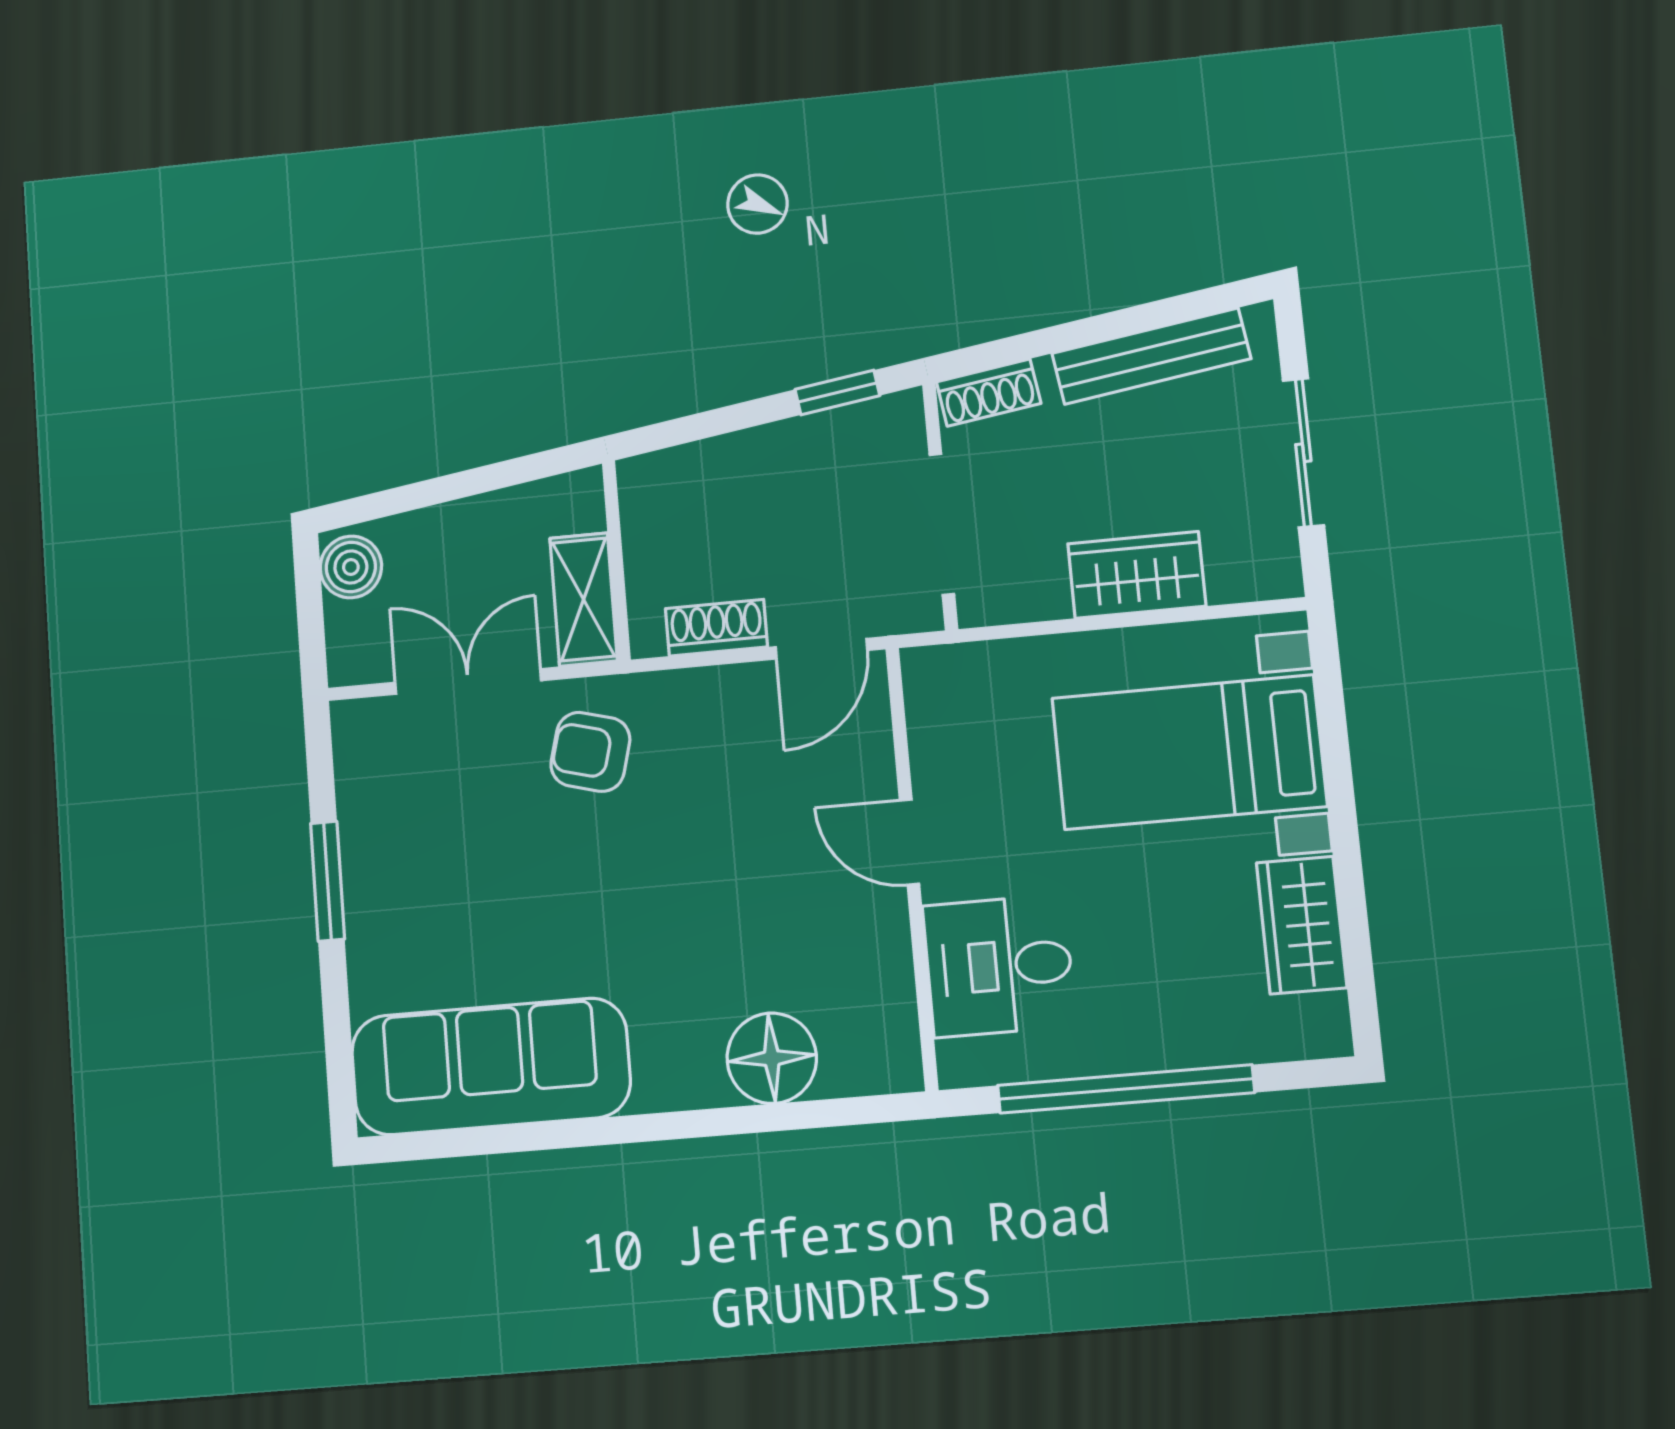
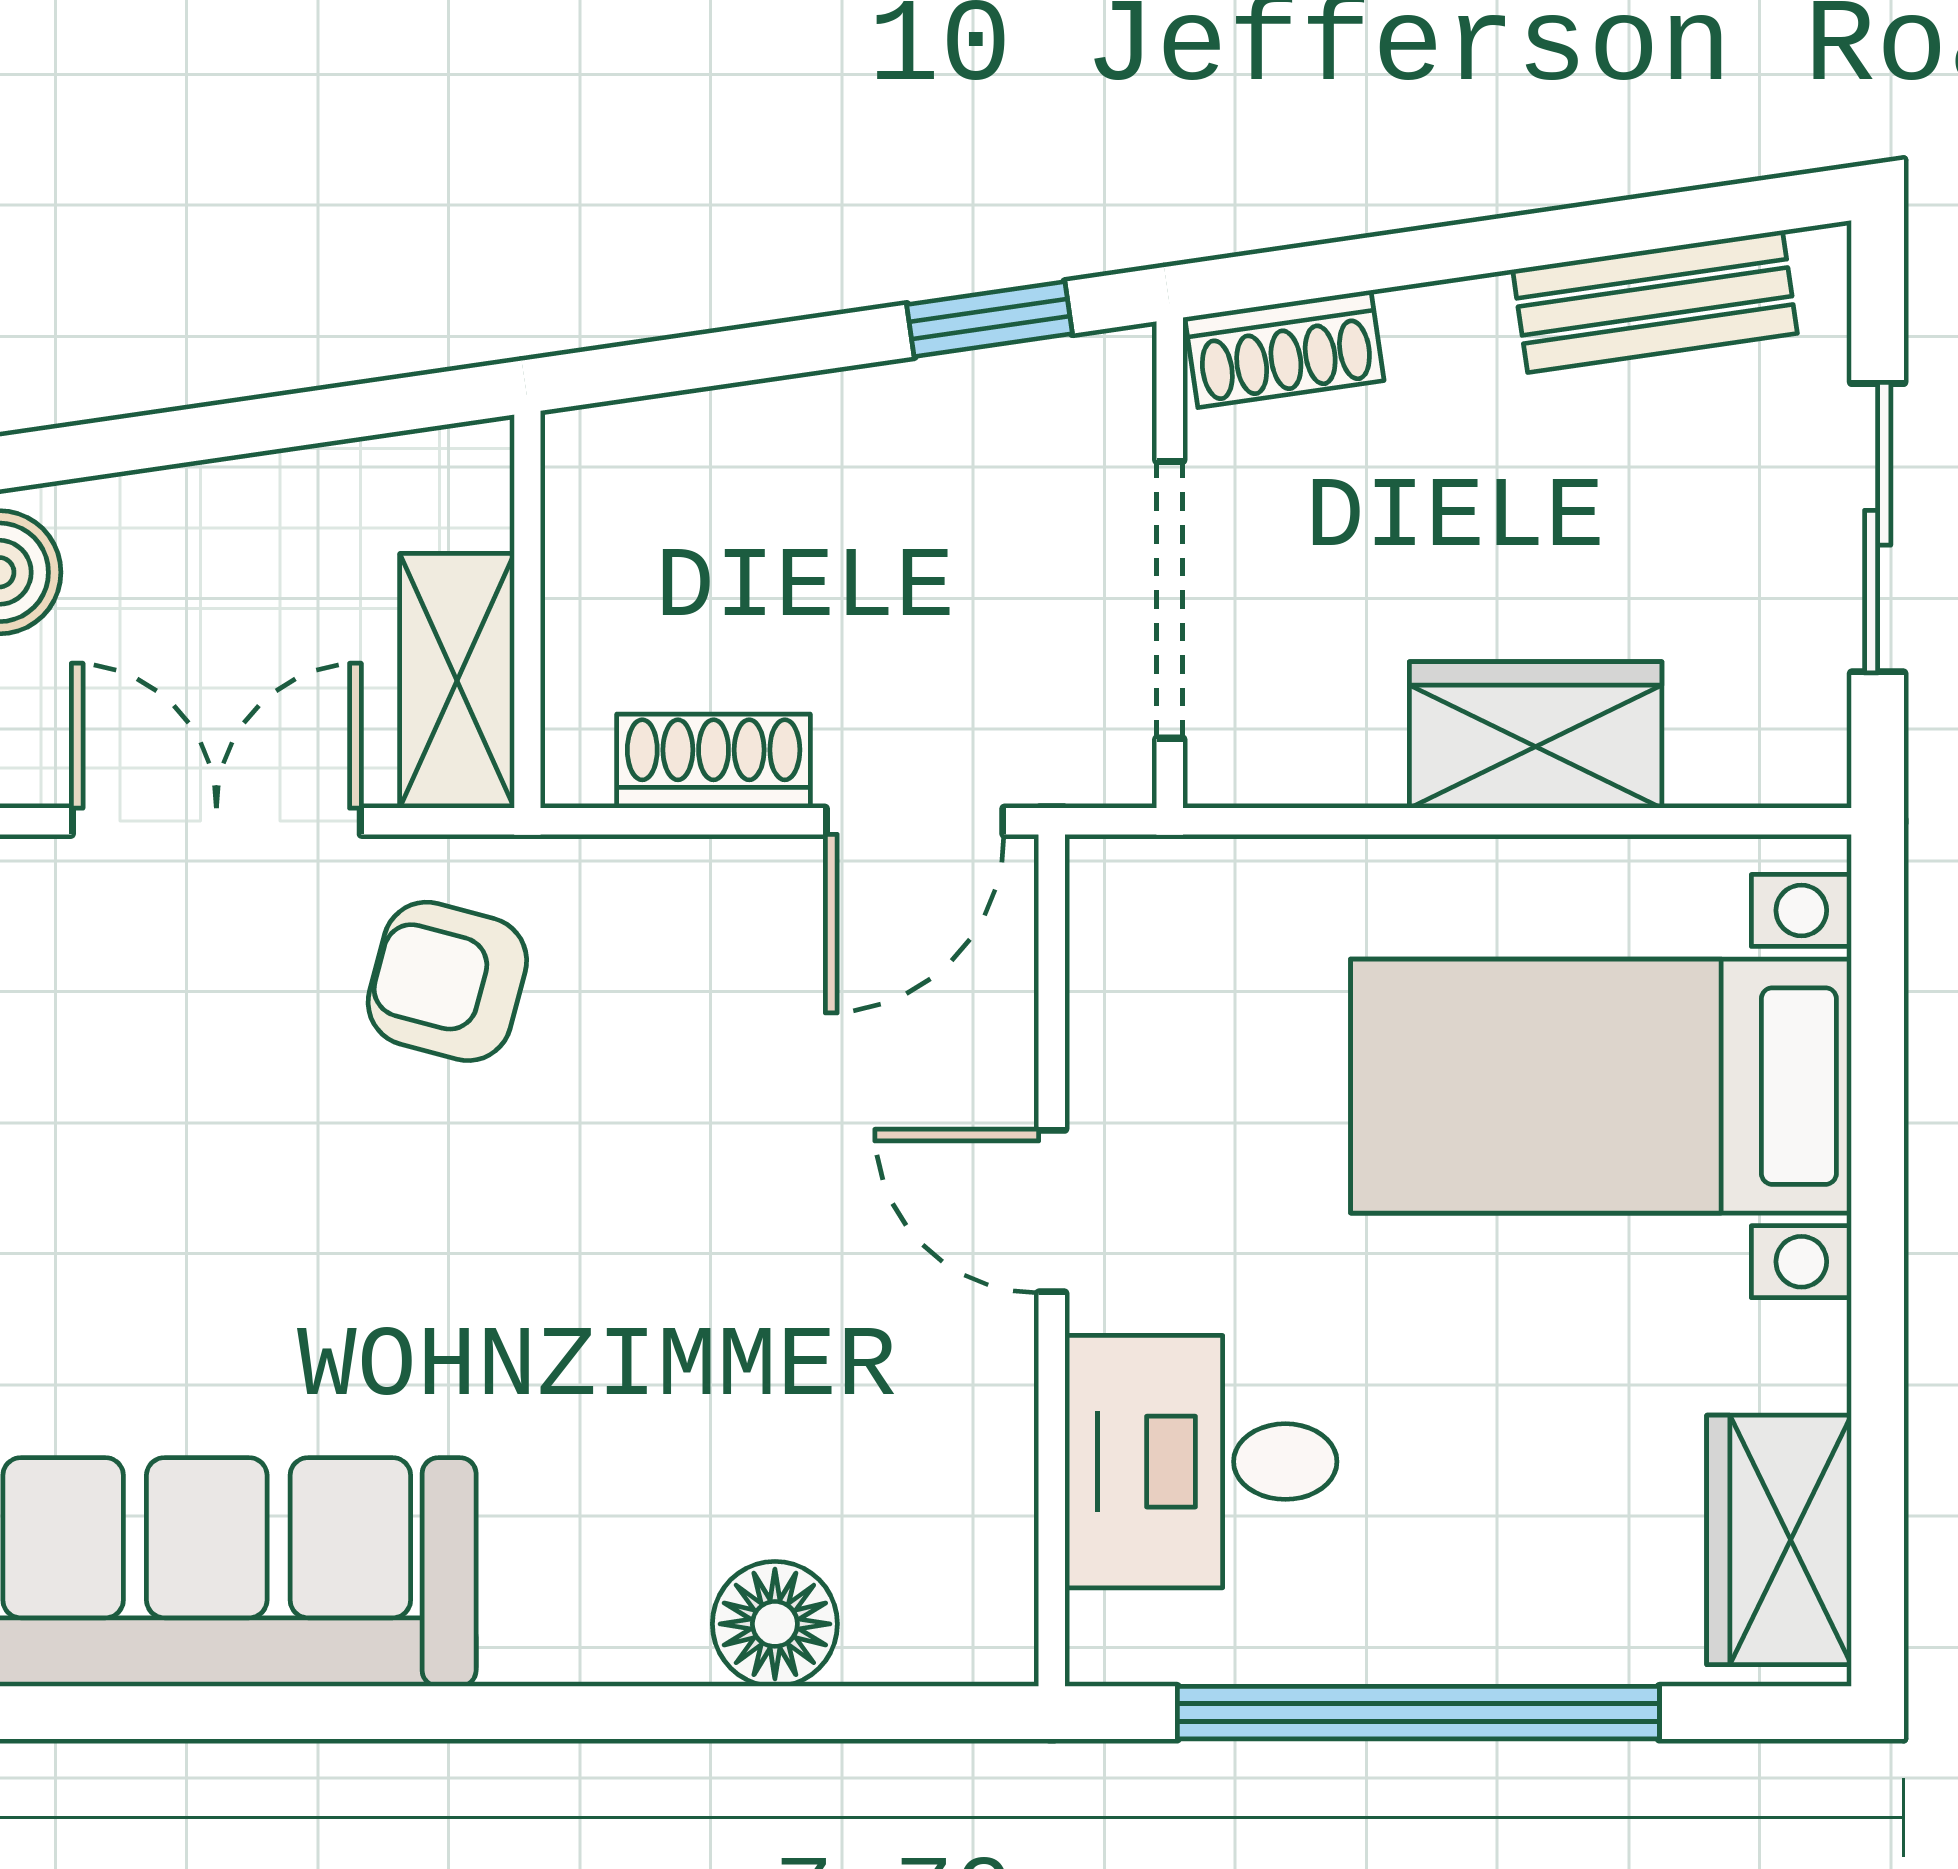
bench: (1151, 356) -> (1655, 301), width x0.73
wardrobe: (1302, 925) -> (1779, 1540), moved
floor lamp: (772, 1058) -> (775, 1624), width x0.73, depth x0.73

